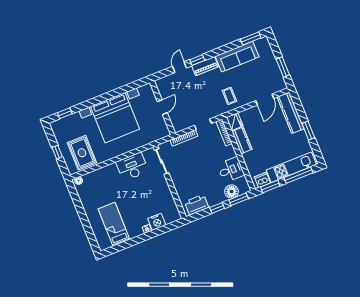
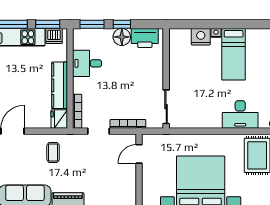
door: (162, 107) -> (139, 154), moved
kitchen counter: (242, 140) -> (60, 85), width x1.50
desk: (132, 167) -> (240, 114), moved
floor lamp: (231, 191) -> (122, 37), moved
bed: (114, 224) -> (234, 54), moved

